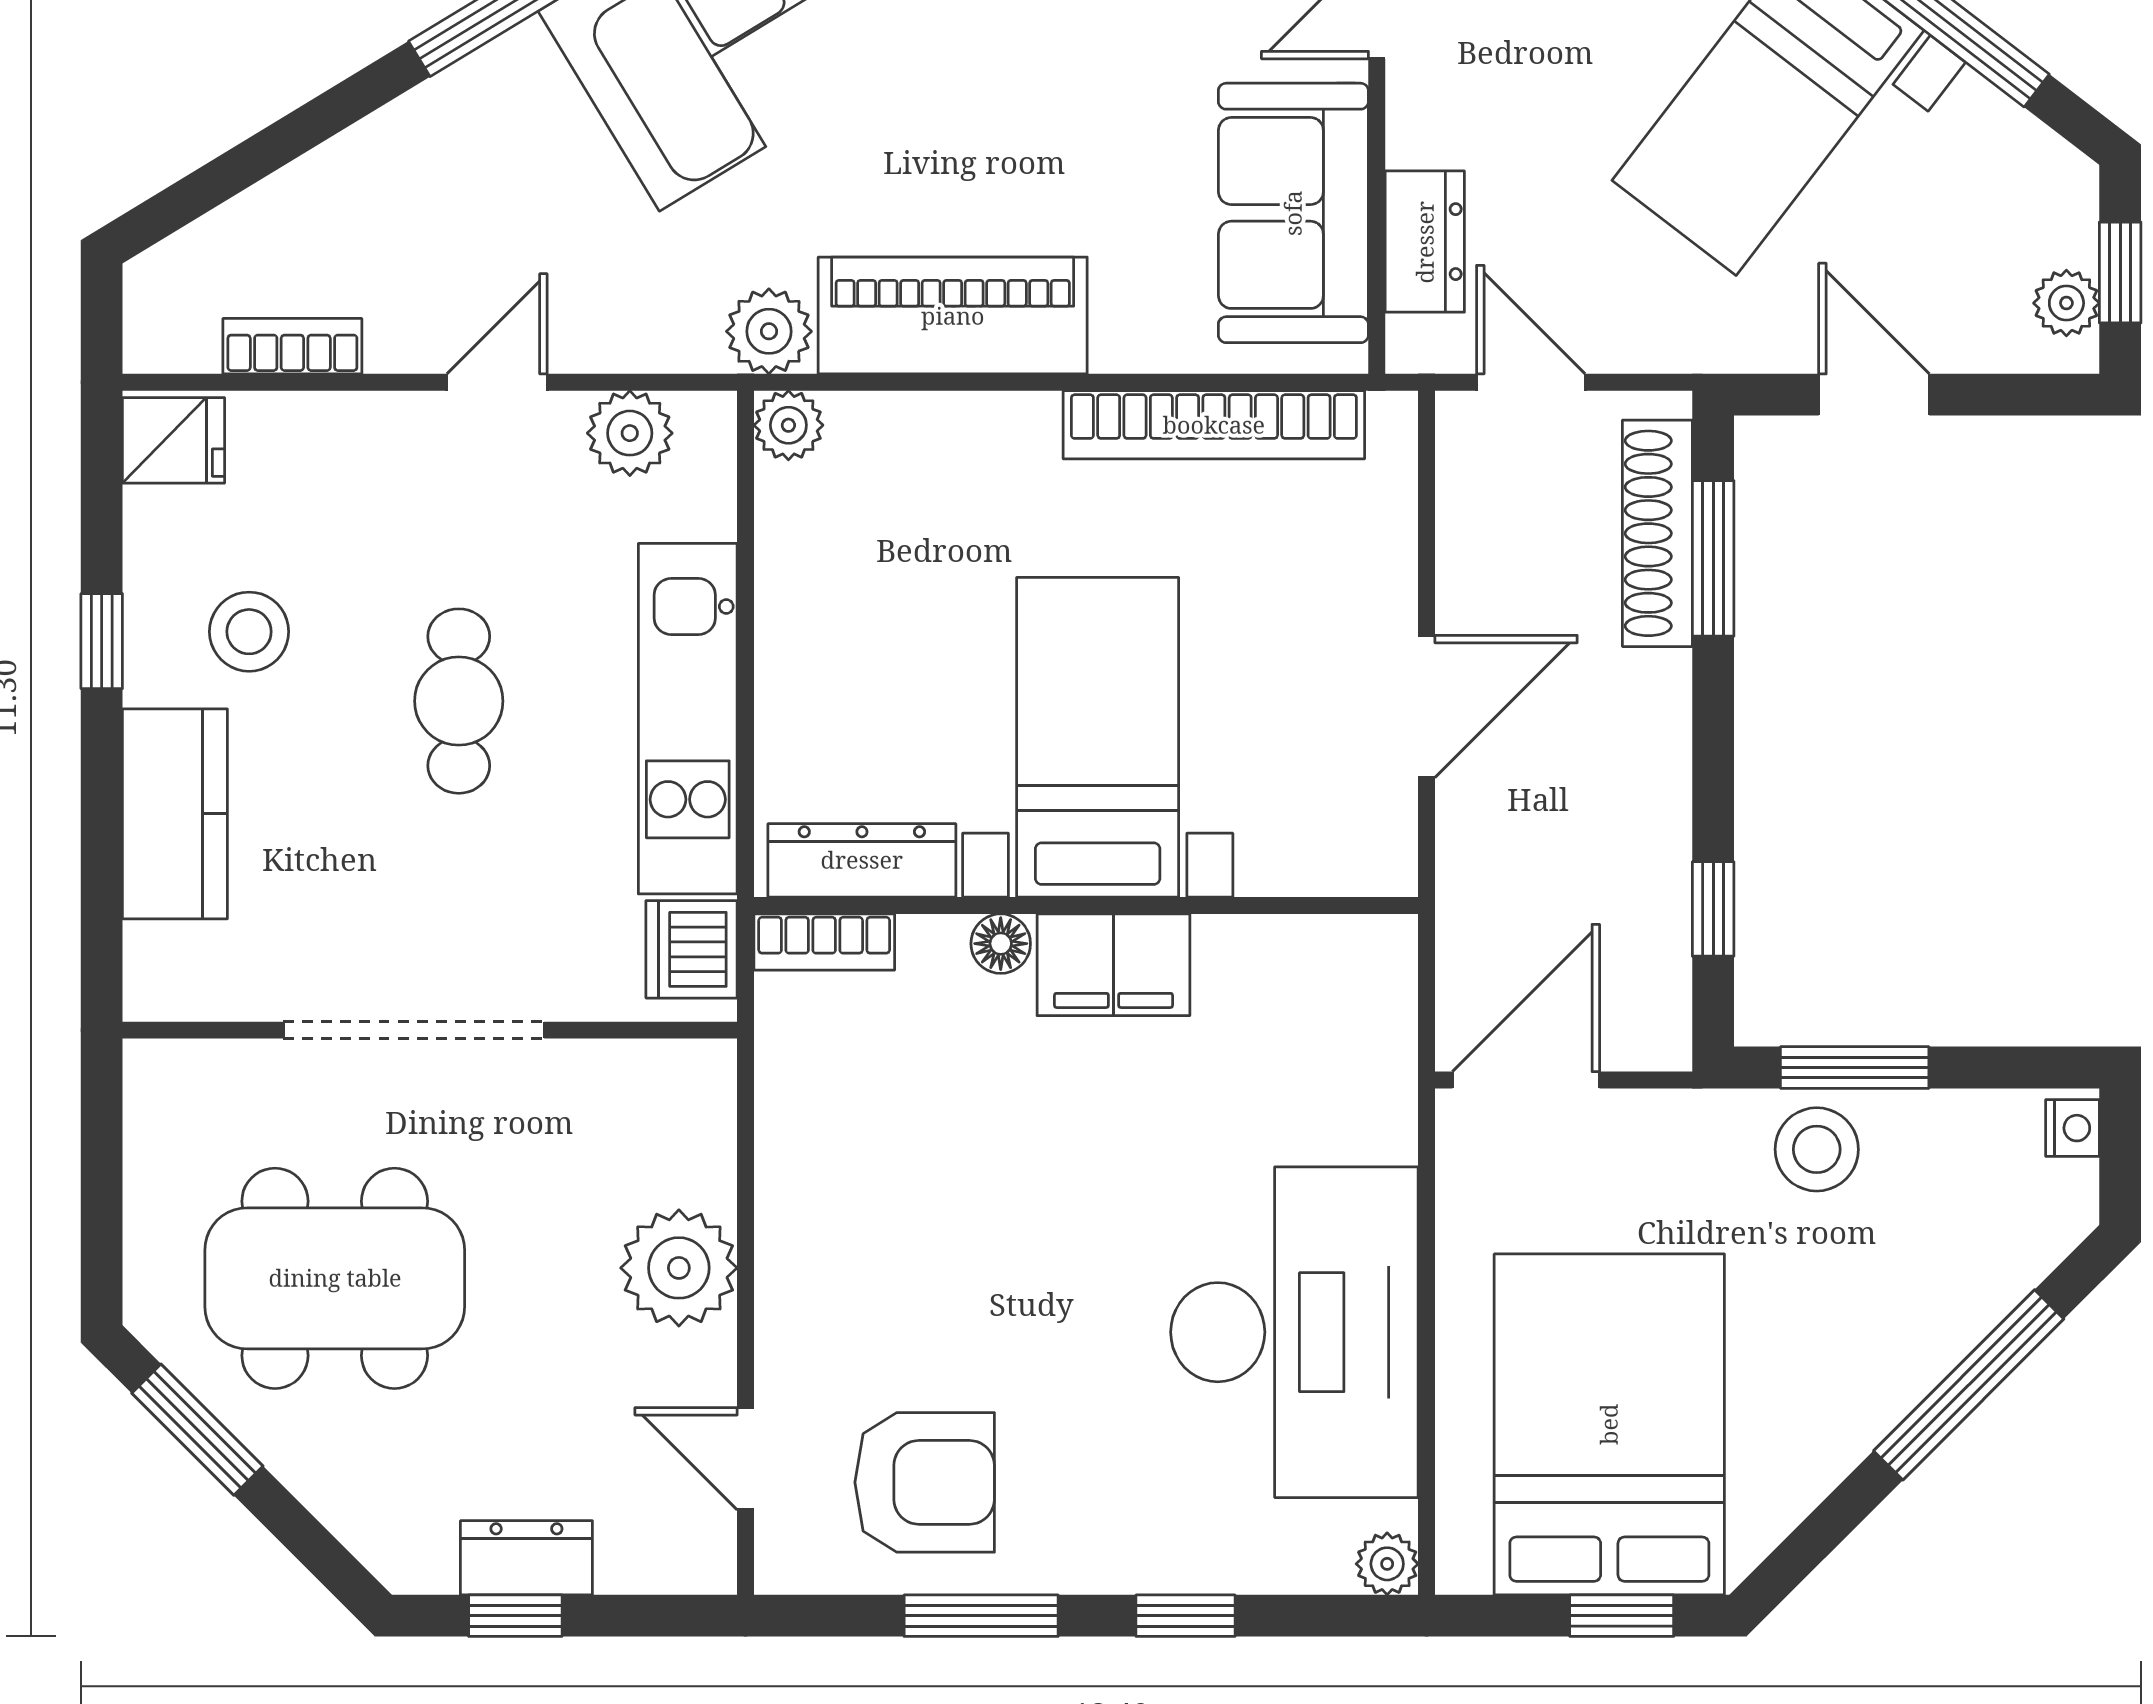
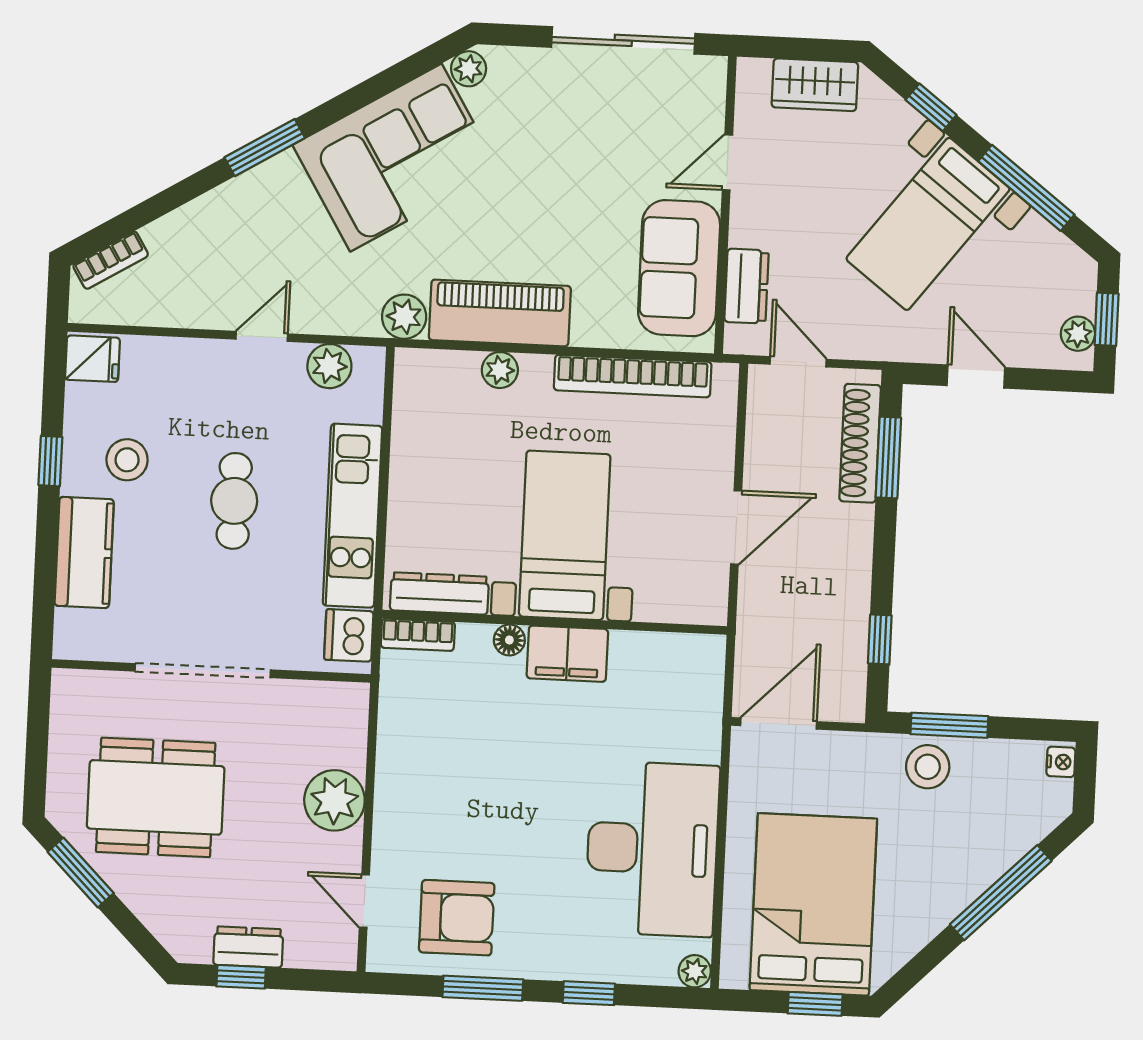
bookcase: (292, 346) -> (111, 260), moved, turned 149
plant: (788, 425) -> (500, 370), moved

